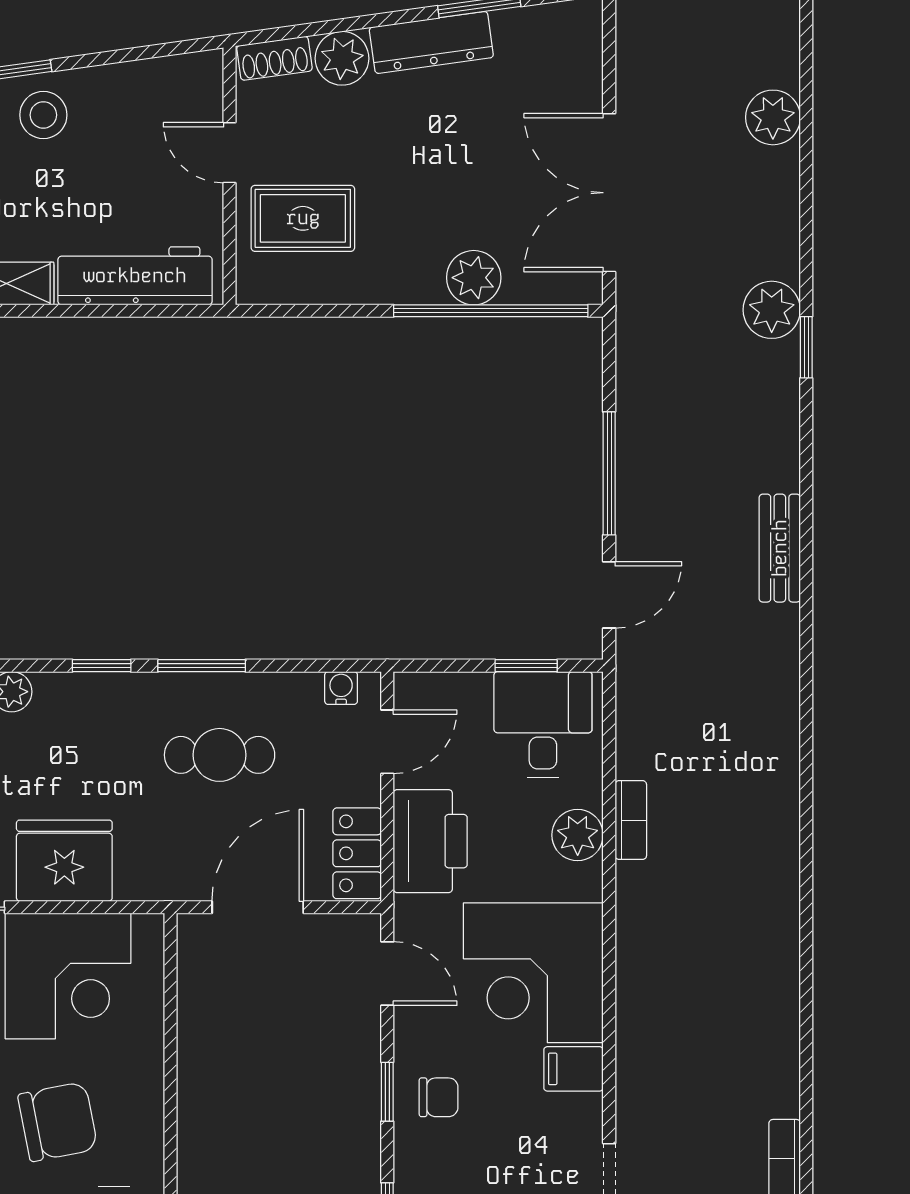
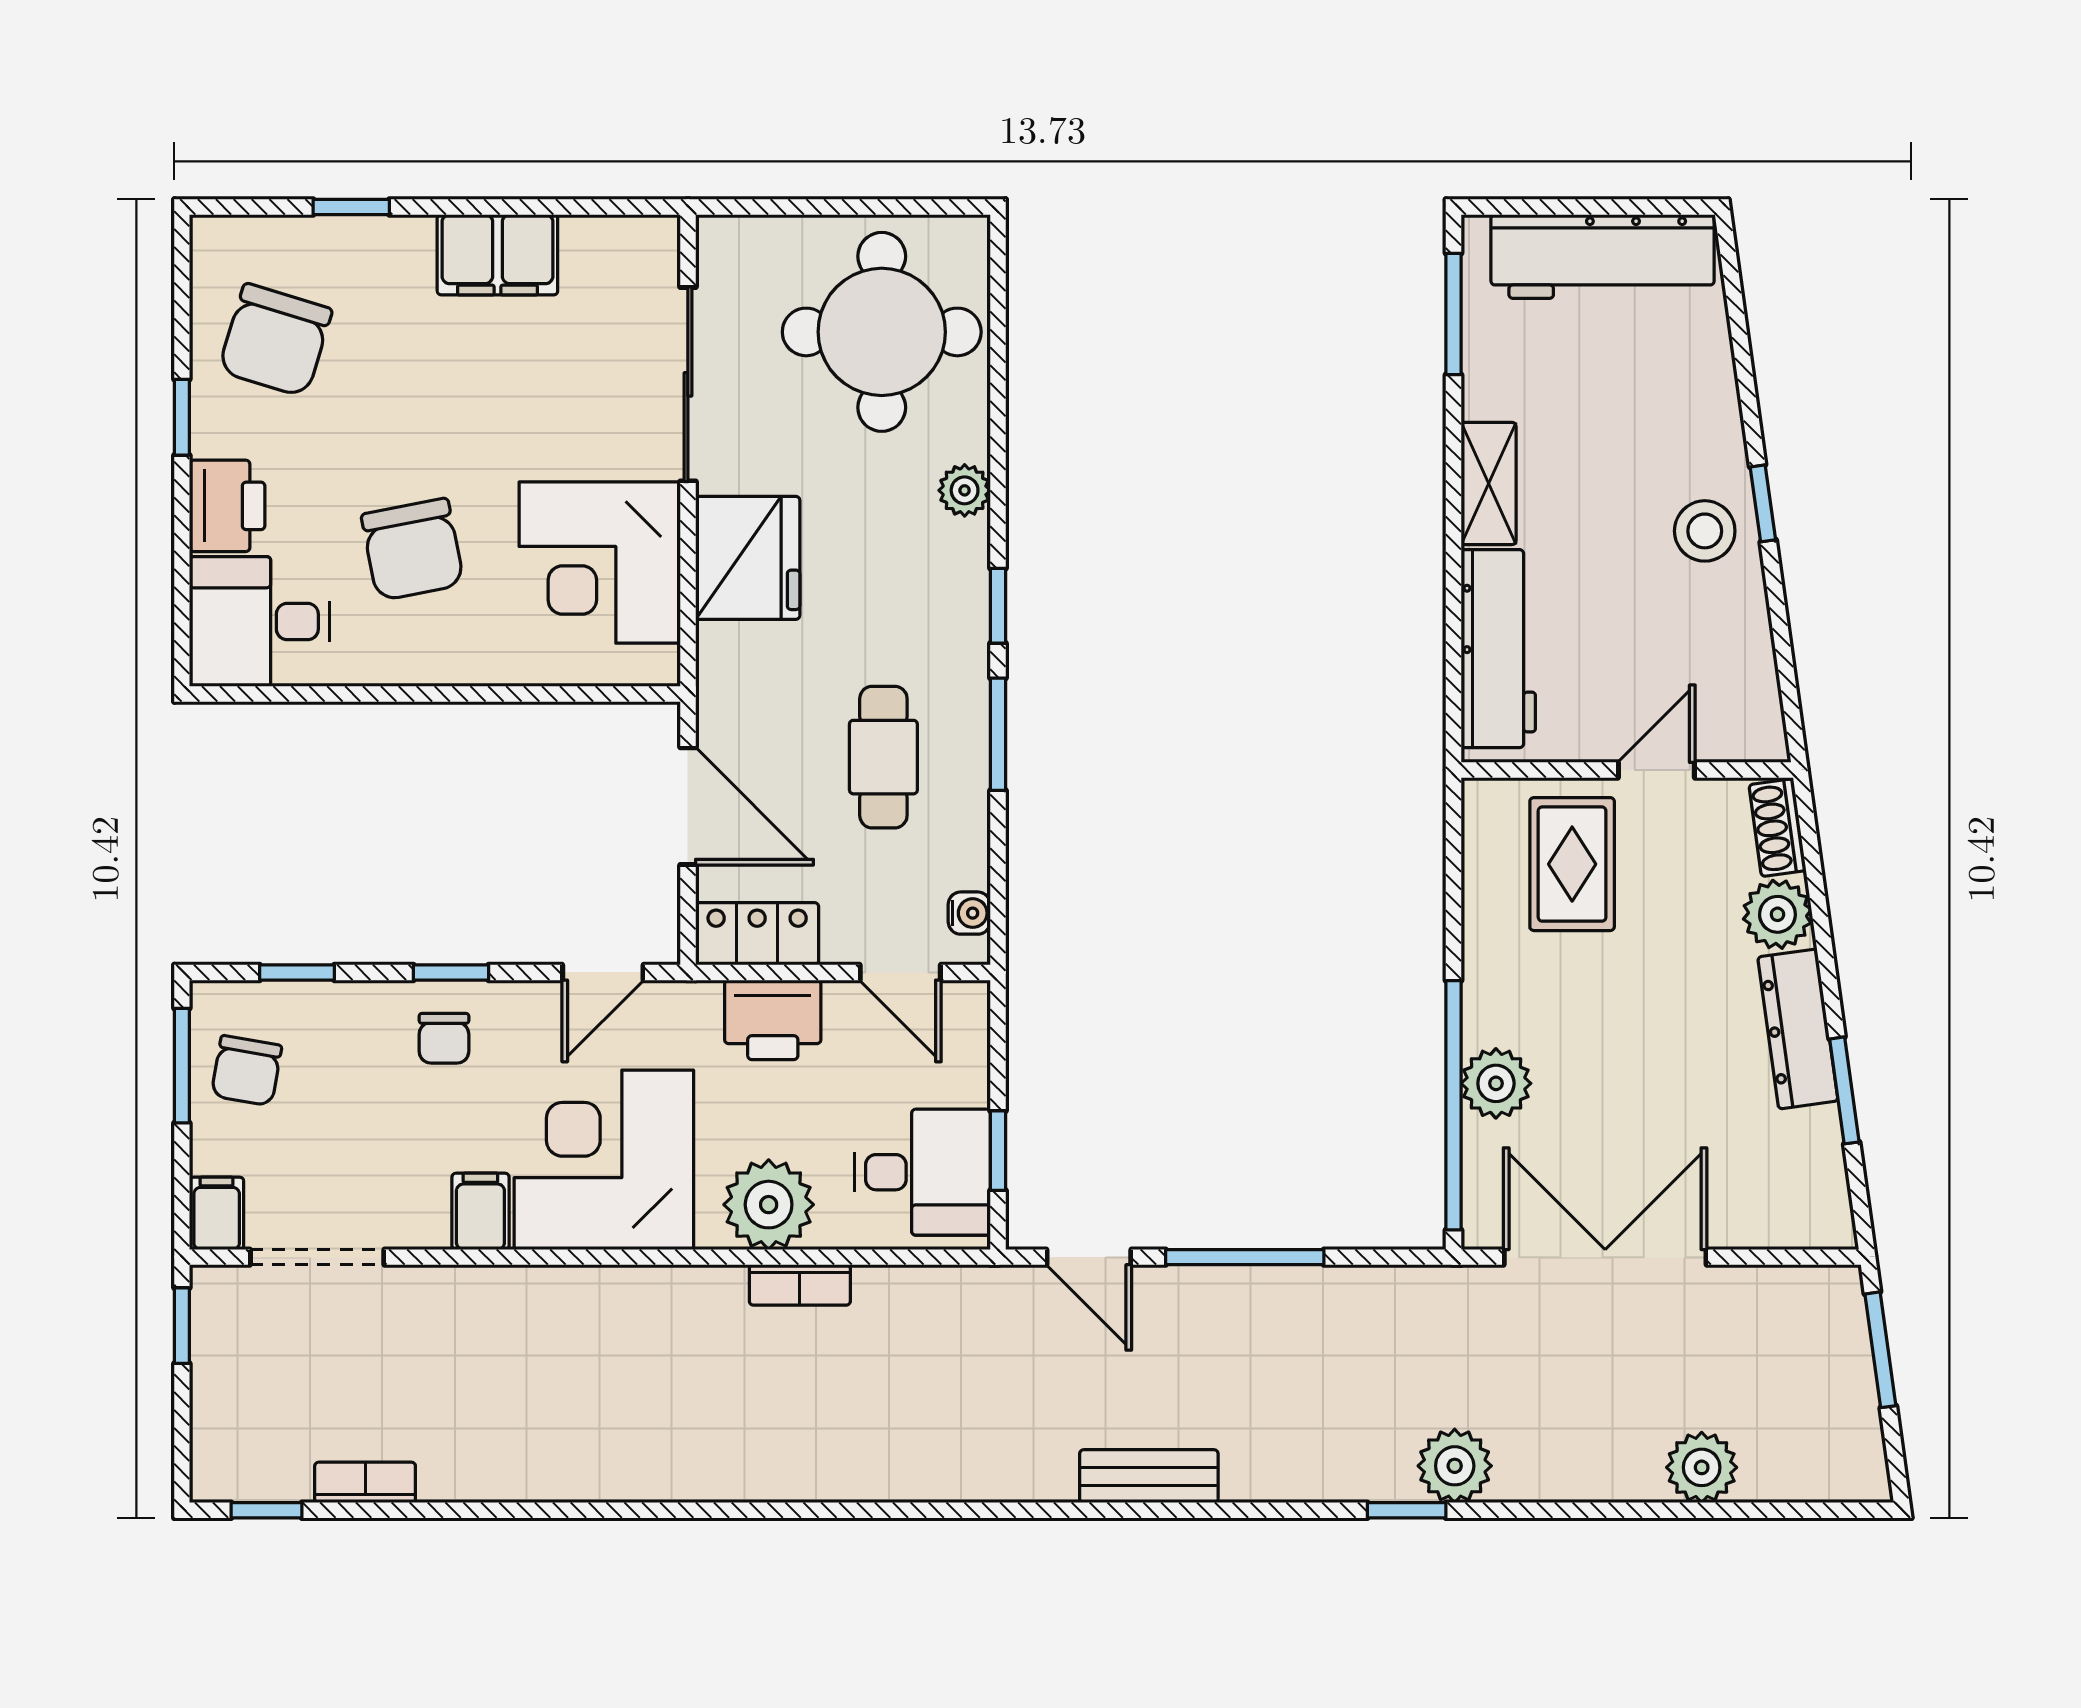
plant: (578, 835) -> (769, 1205), width x1.36, depth x1.36
printer: (430, 841) -> (773, 1020), width x0.73, depth x0.84

